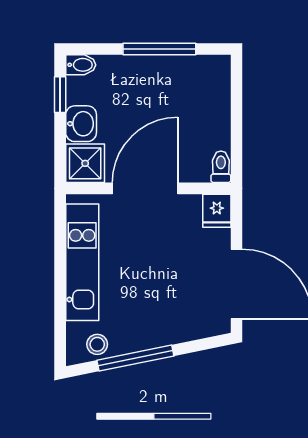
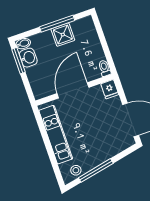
window: (60, 95) -> (18, 61), width x1.50
washbasin: (81, 124) -> (28, 58), moved
shower: (85, 163) -> (63, 35), moved

